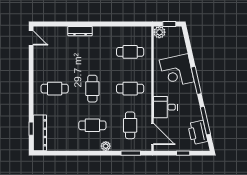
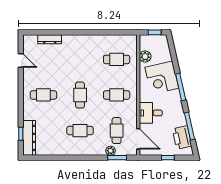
dresser: (80, 31) -> (50, 39), moved
plant: (159, 32) -> (145, 57), moved
door: (31, 38) -> (21, 60), moved
plant: (106, 146) -> (111, 151), moved

